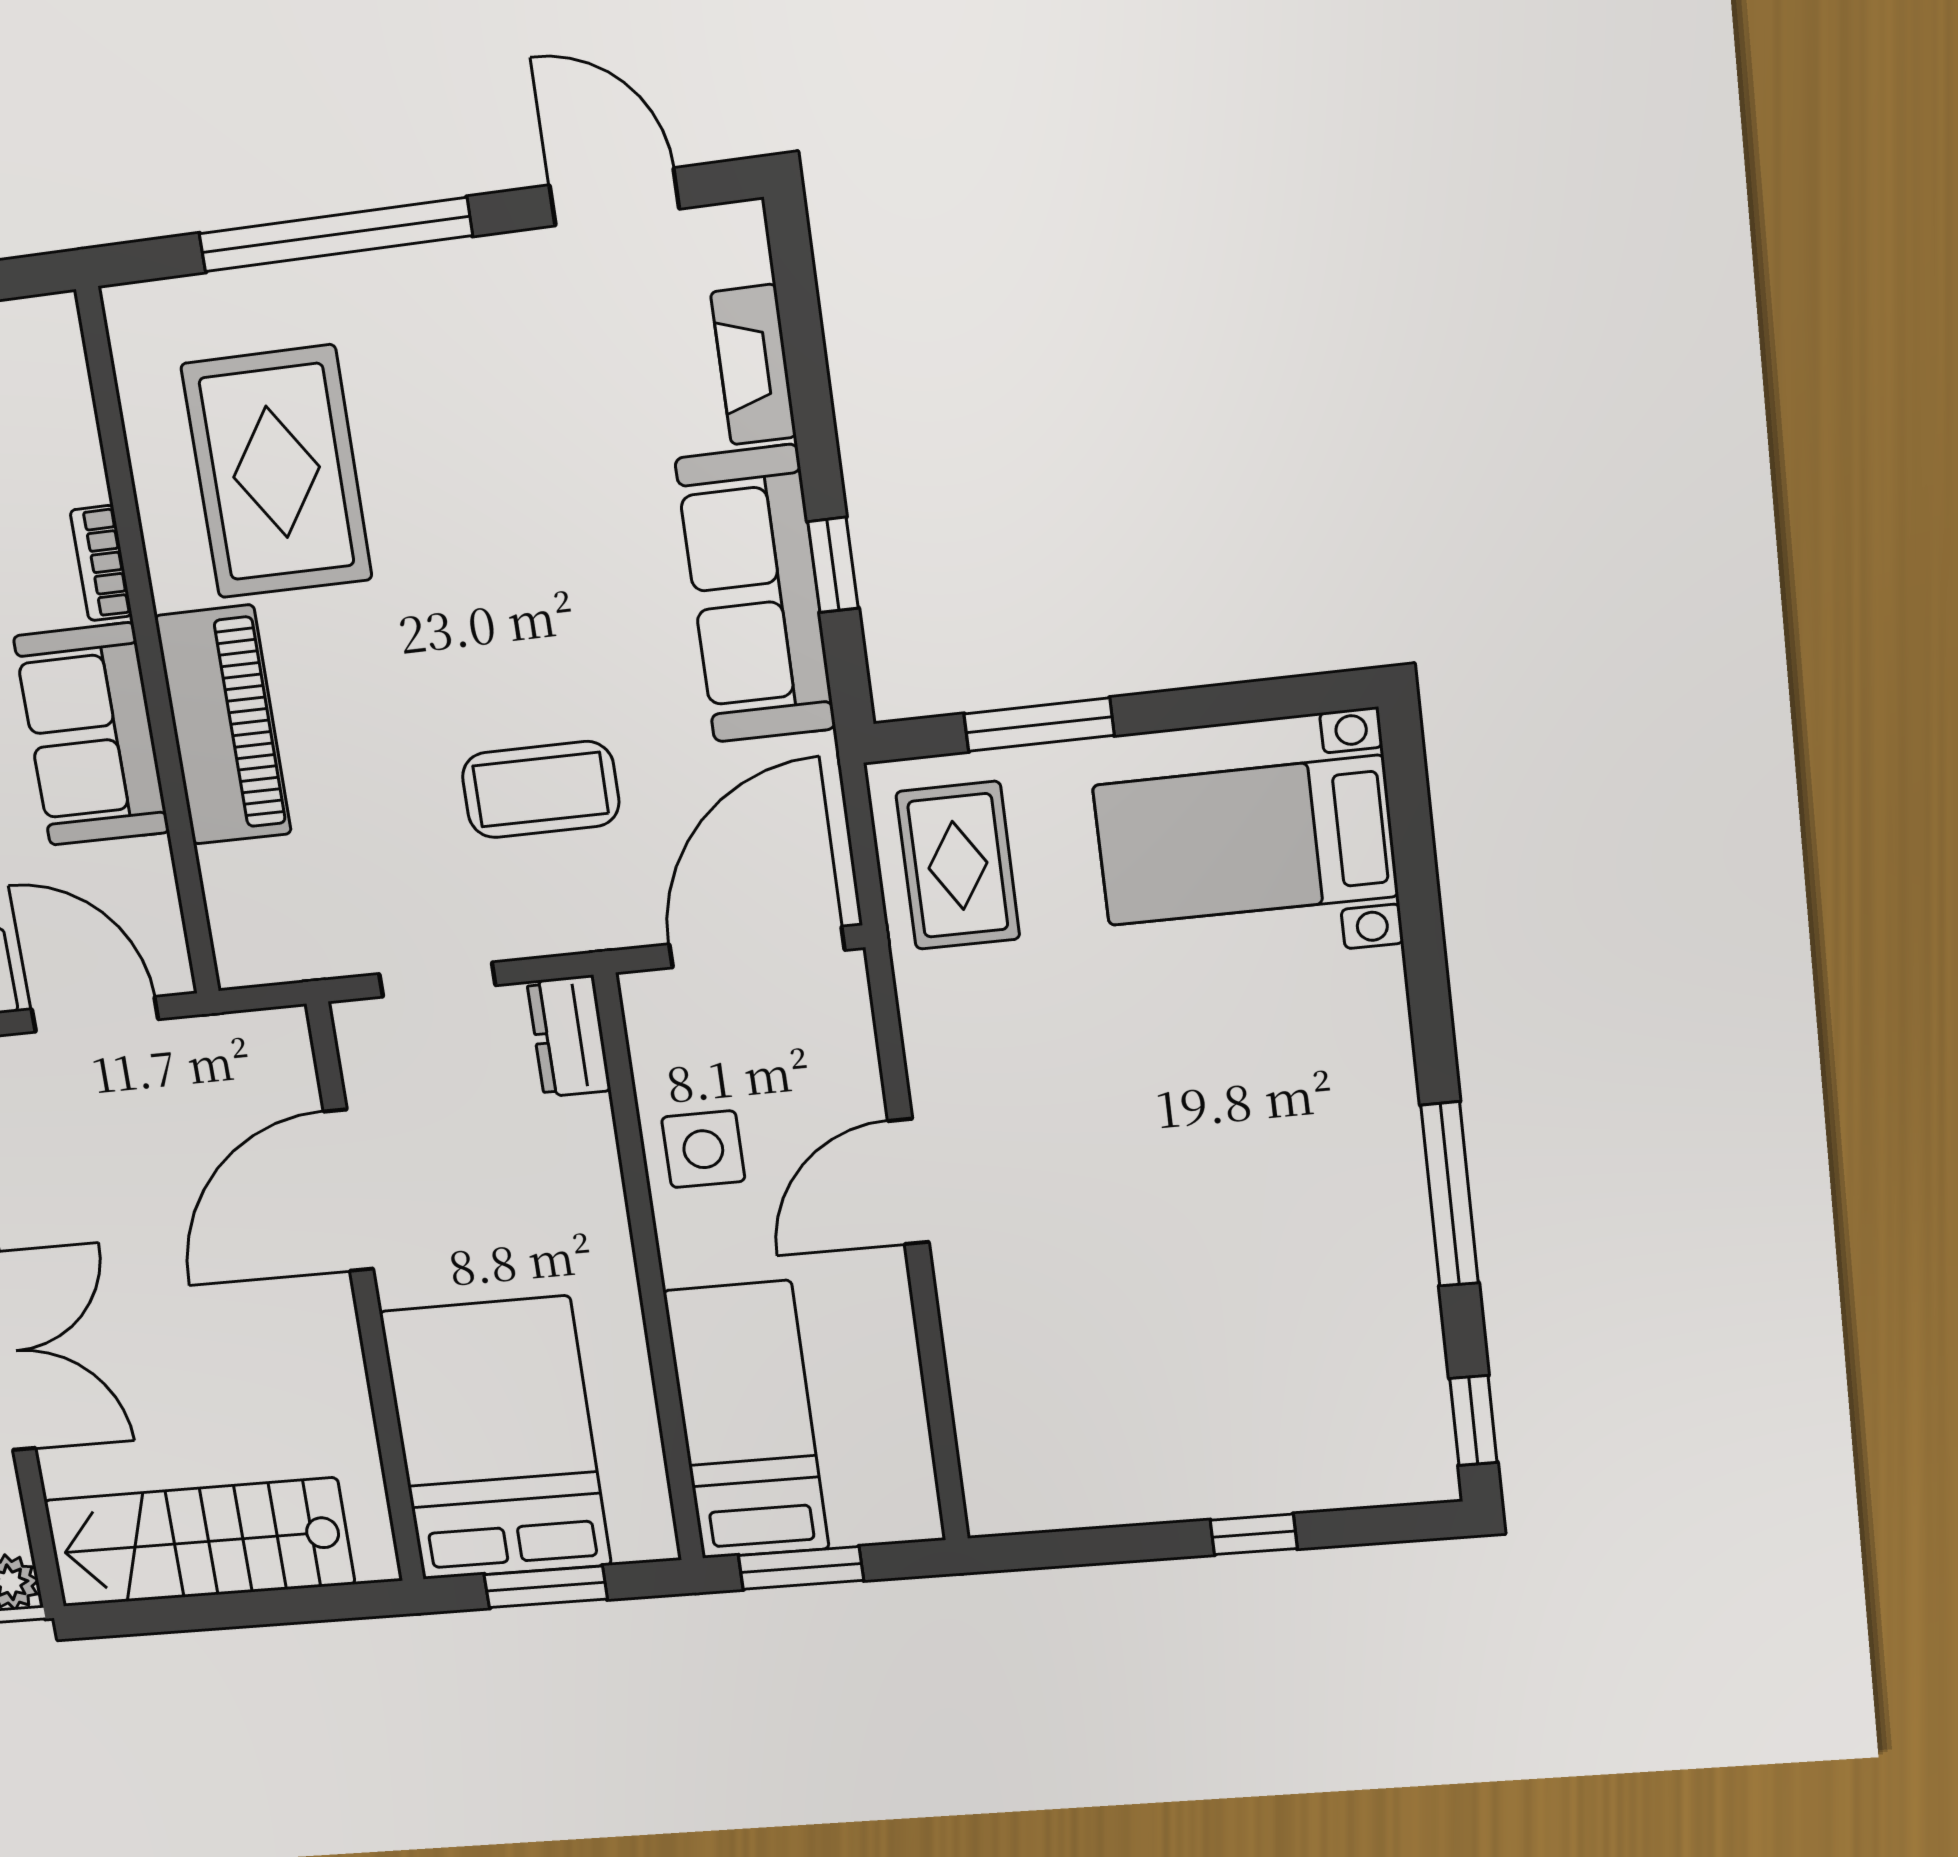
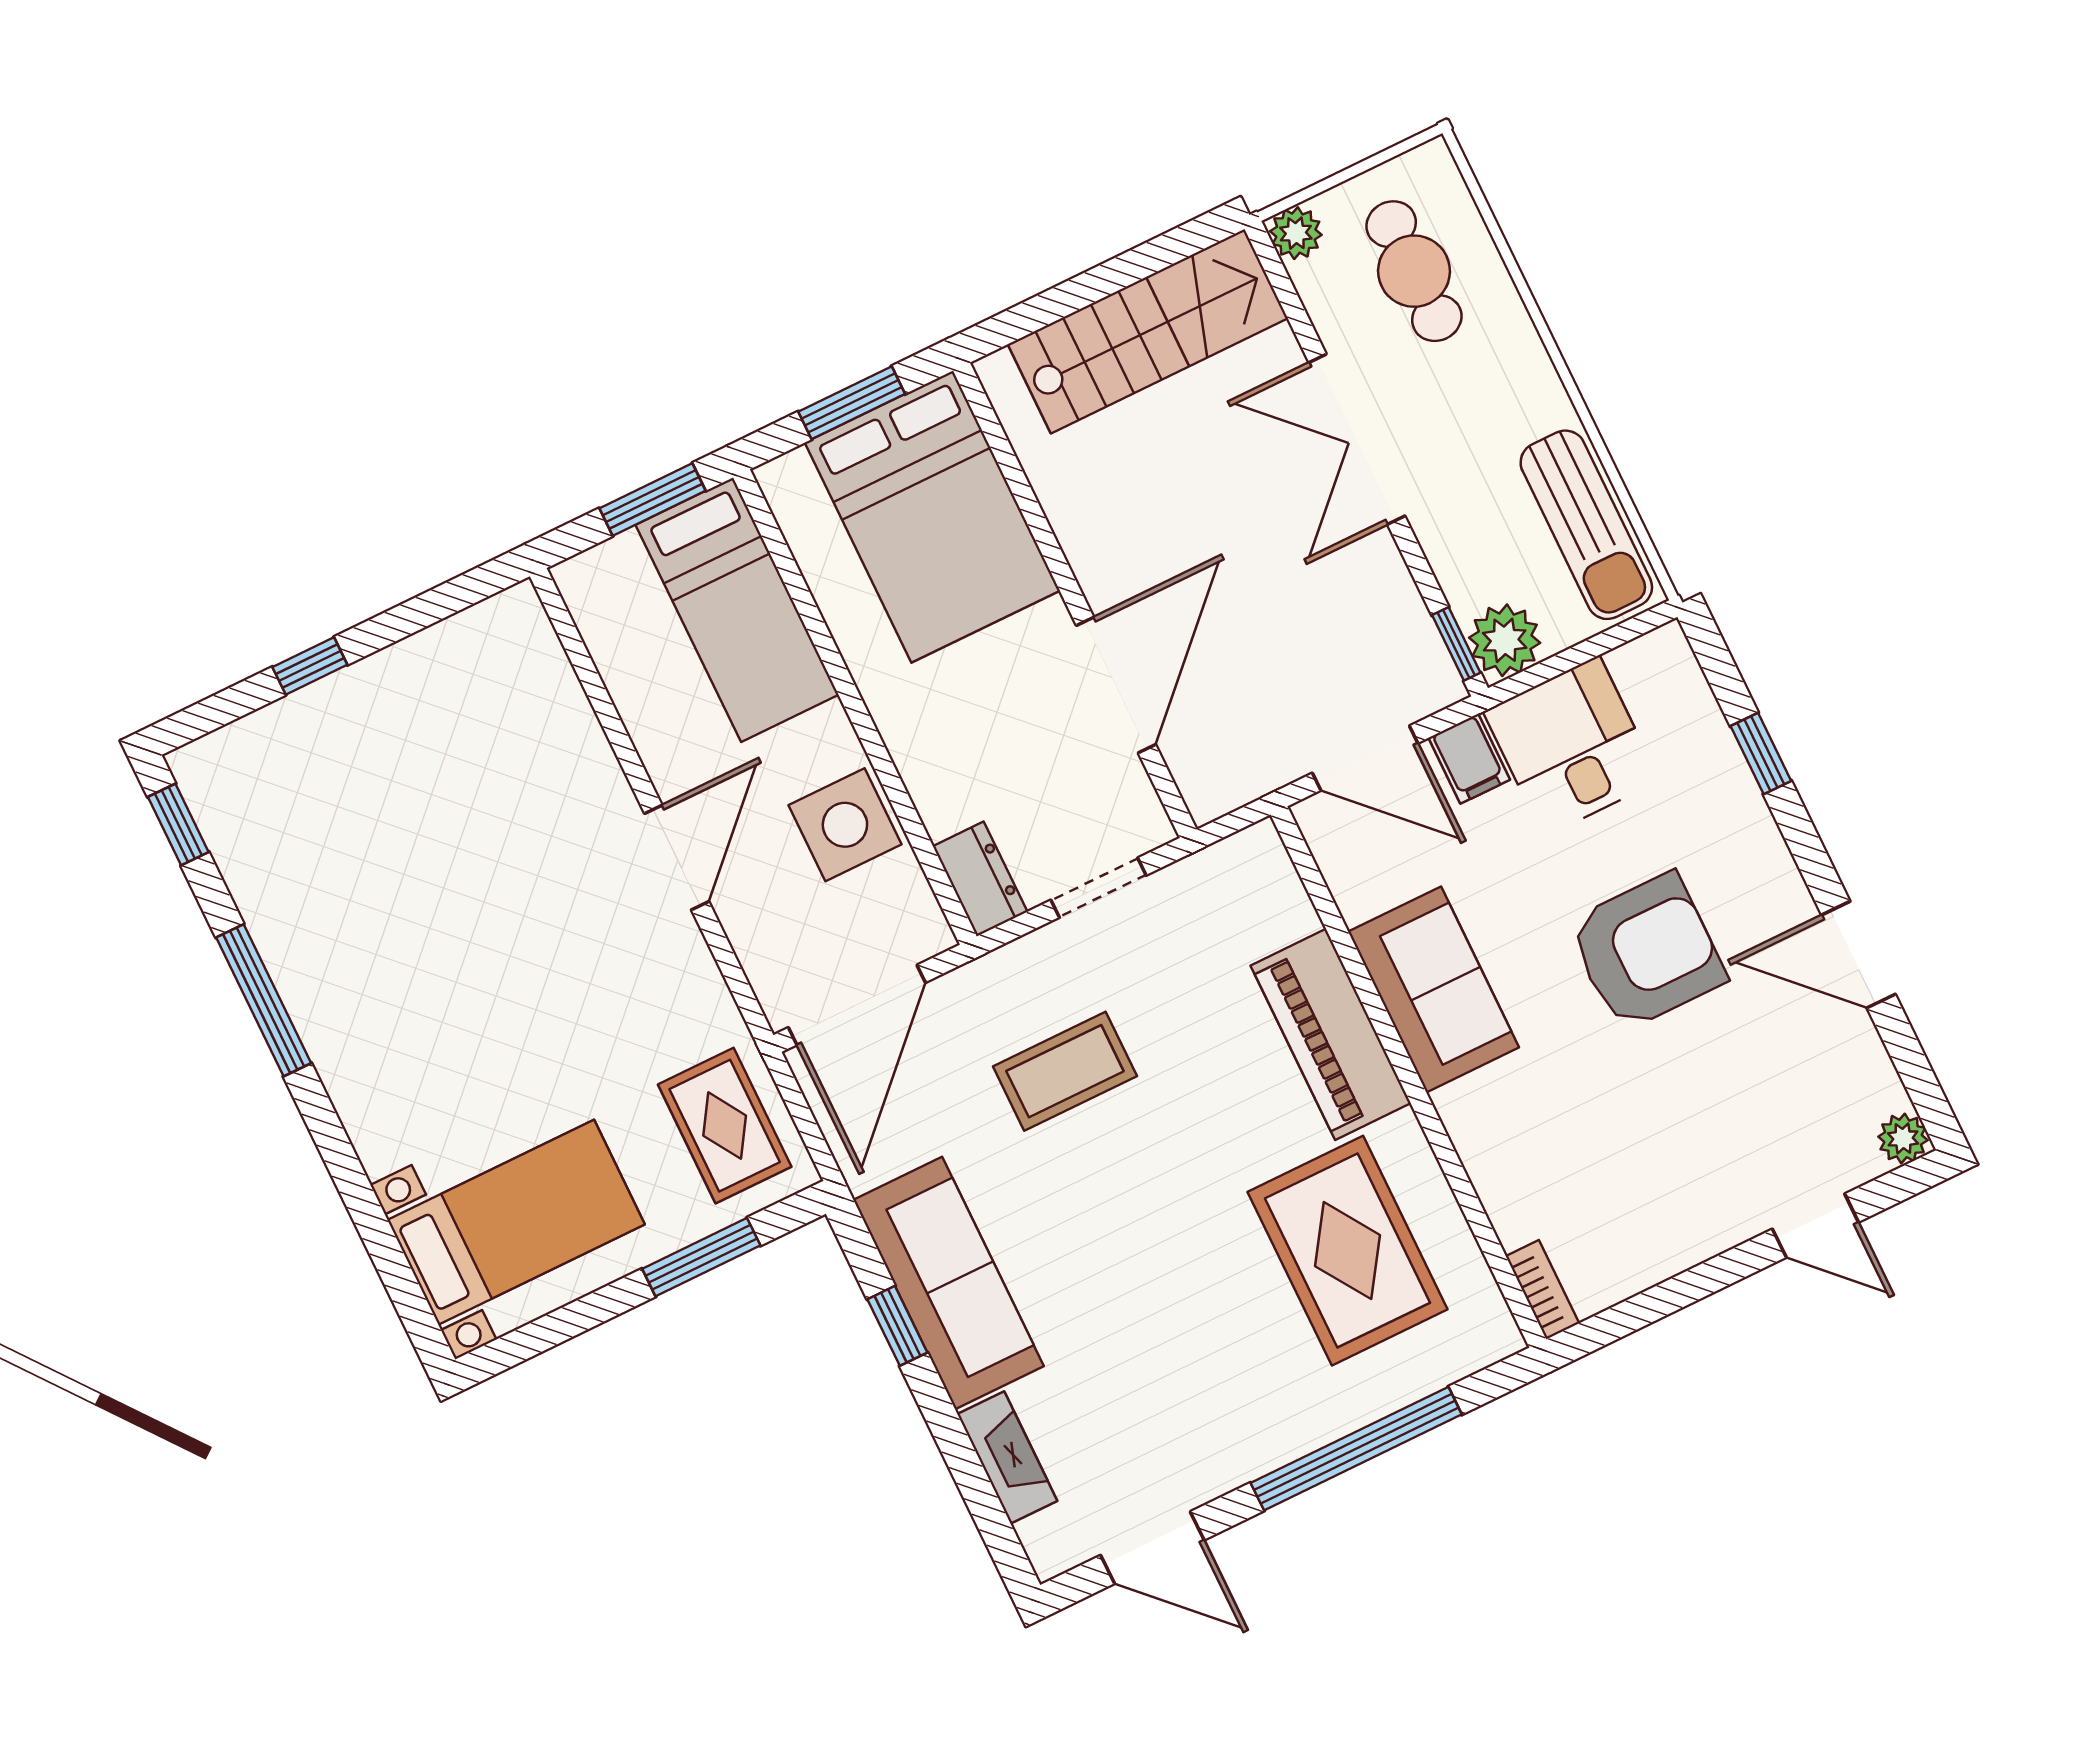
bookcase: (101, 563) -> (1542, 1290), moved
side table: (703, 1149) -> (845, 825), width x1.37, depth x1.37

